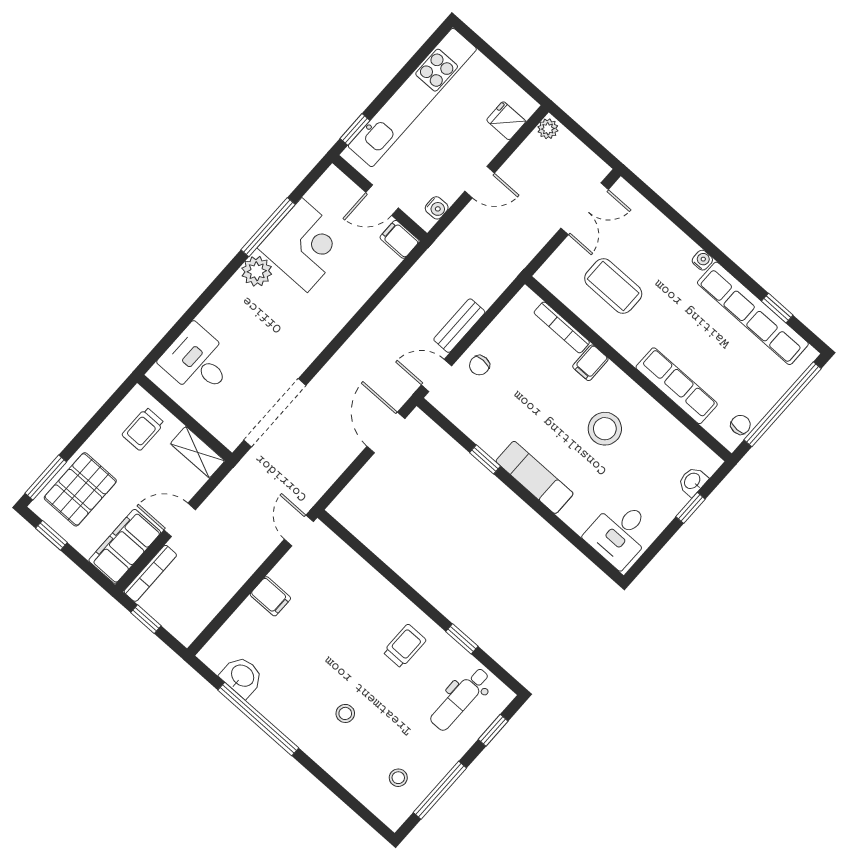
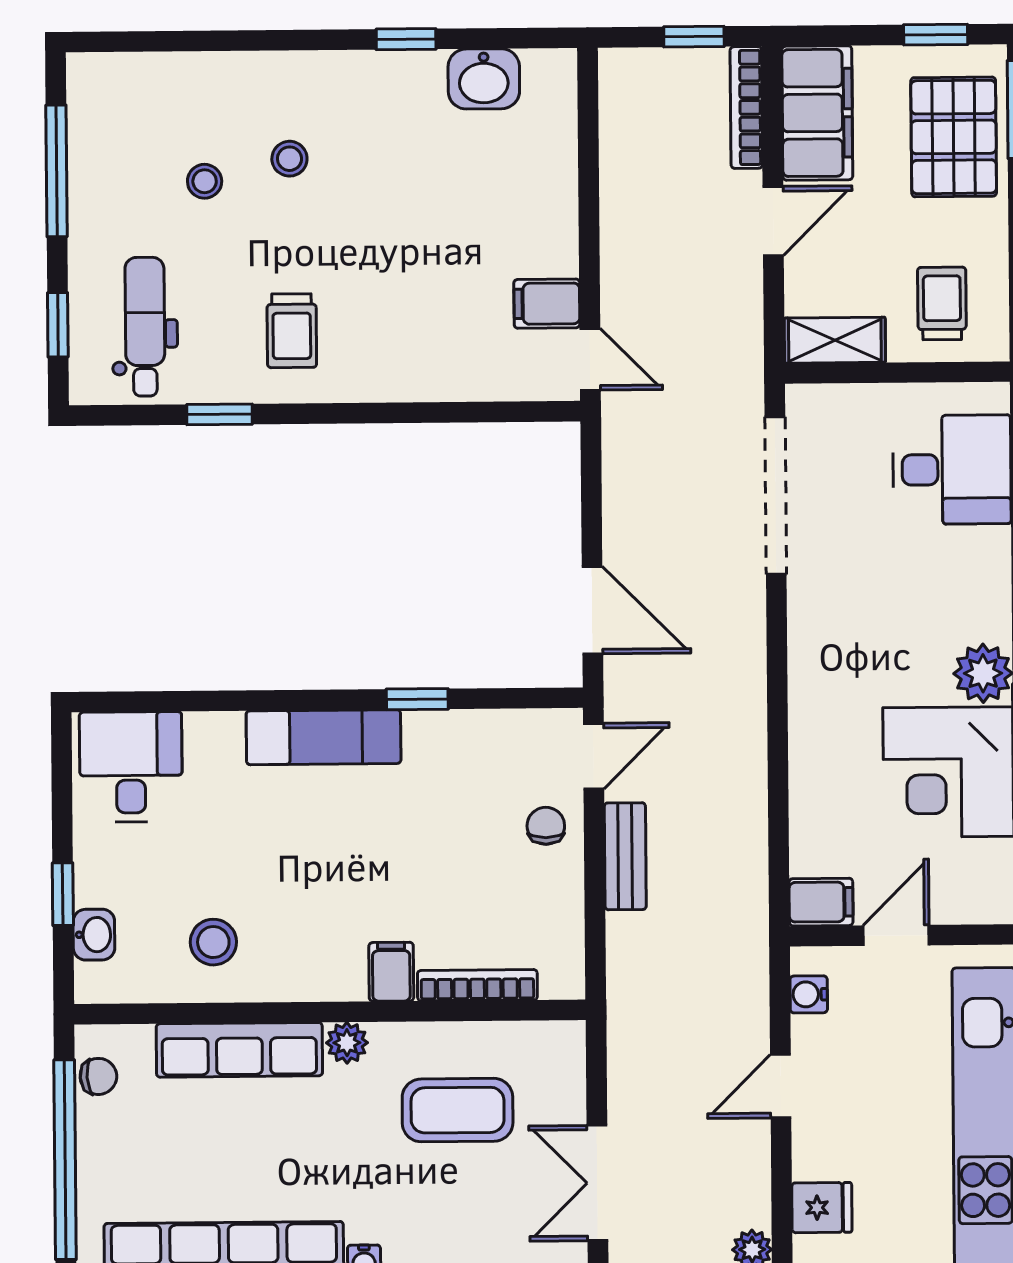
plant: (632, 351) -> (347, 1043), added
chair: (741, 425) -> (98, 1076), turned -94
stool: (605, 429) -> (213, 942), moved, width x0.73, depth x0.73
filing cabinet: (270, 596) -> (547, 304), moved
window: (258, 719) -> (406, 39), width x0.32
stool: (398, 778) -> (205, 181), moved

